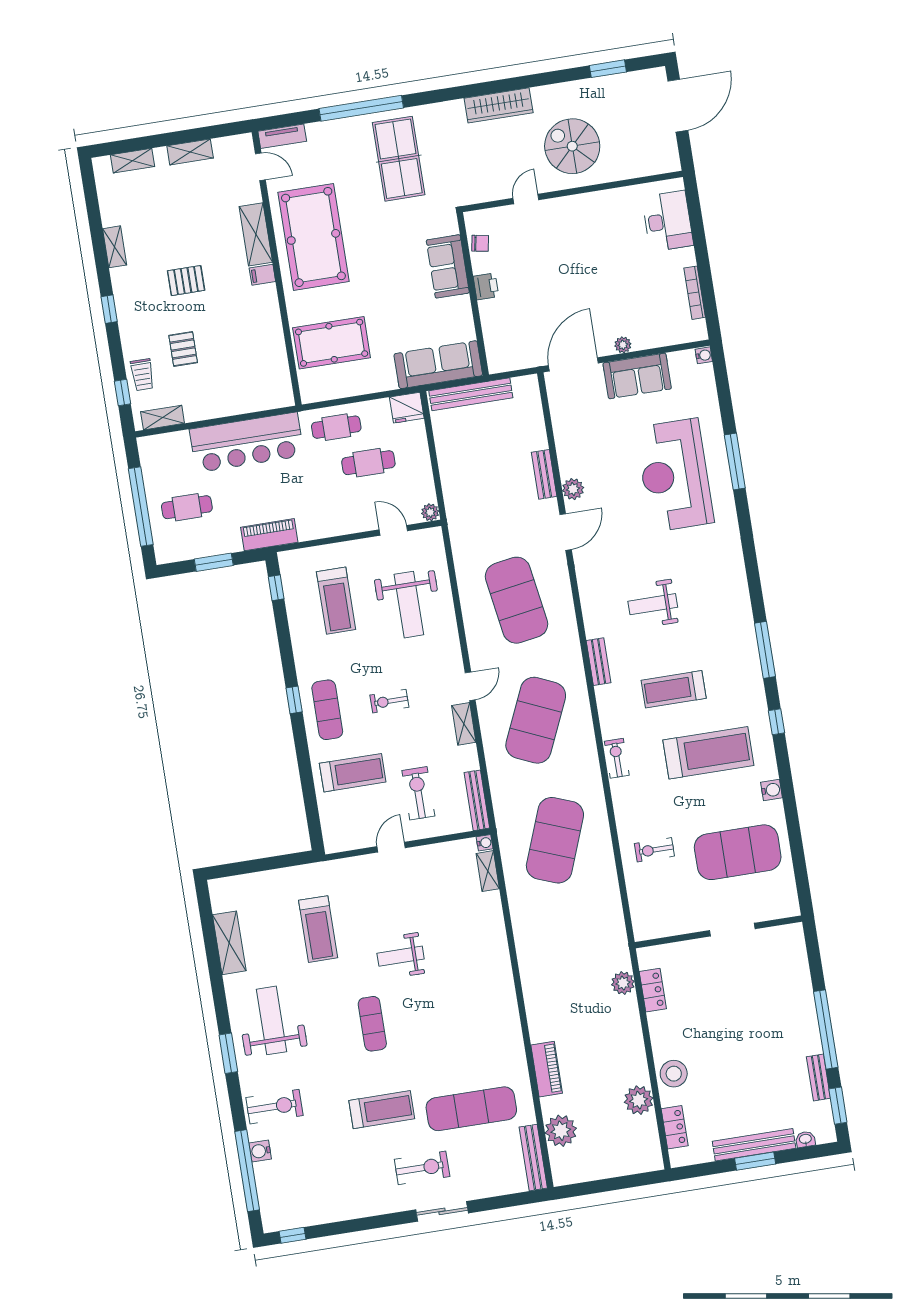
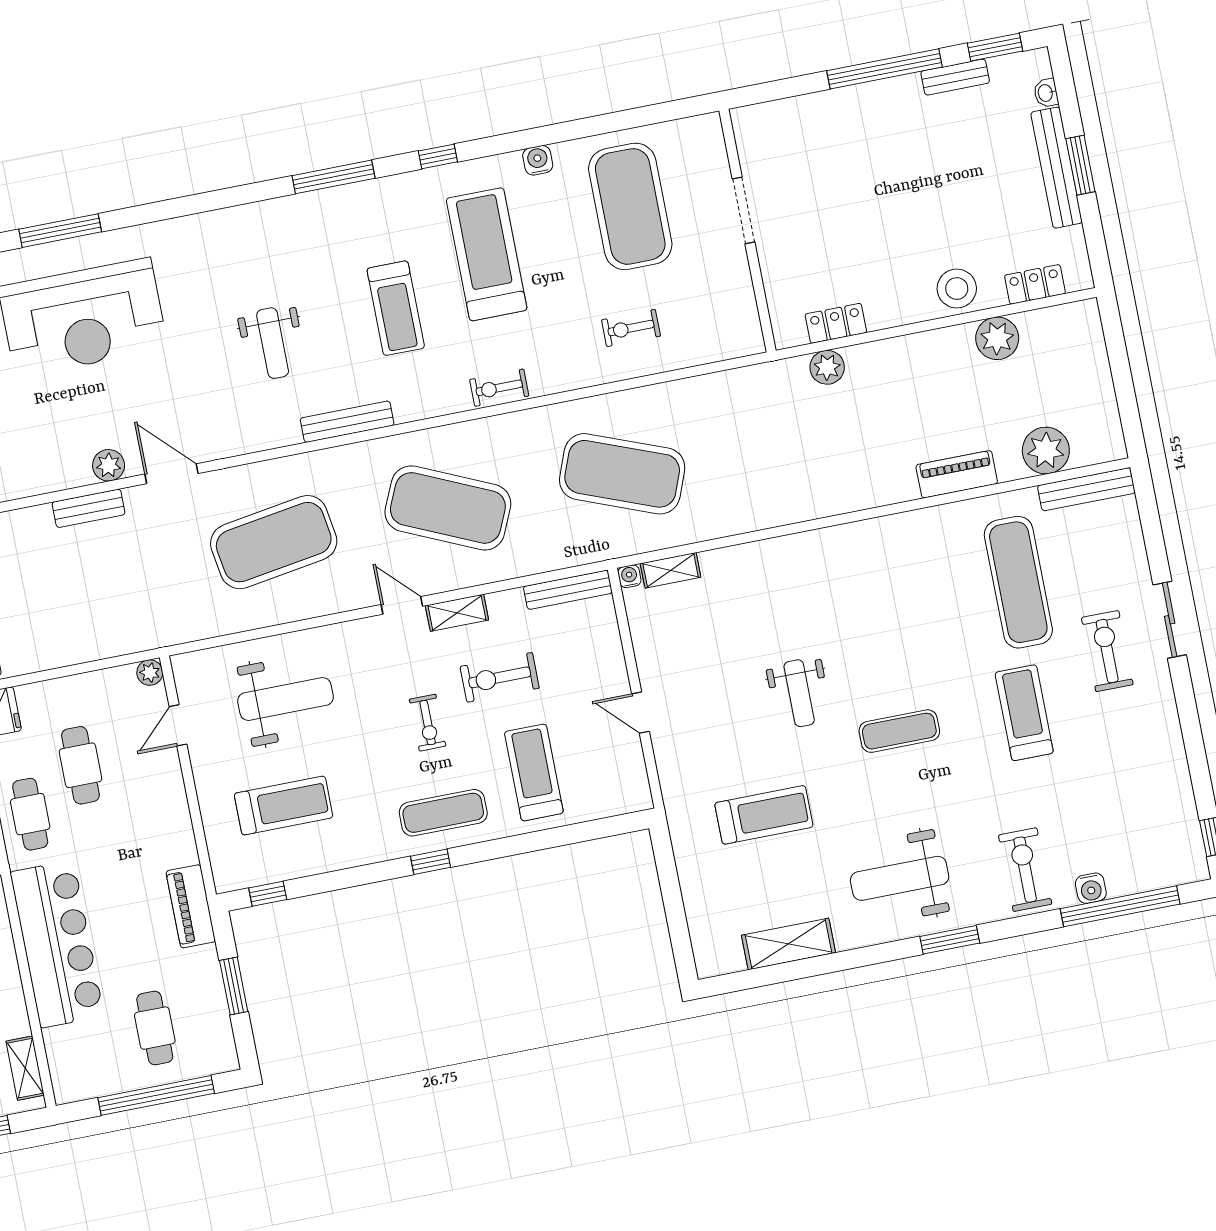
bench: (598, 662) -> (347, 422), width x1.36
exercise bike: (418, 793) -> (500, 677), moved
exercise bike: (654, 850) -> (631, 328), turned 90

